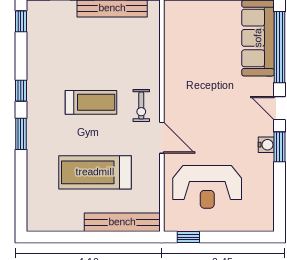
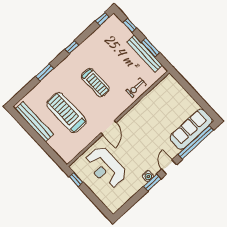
exercise bike: (141, 106) -> (136, 88), moved
window: (21, 134) -> (45, 72), moved
bench: (122, 222) -> (34, 122), moved

